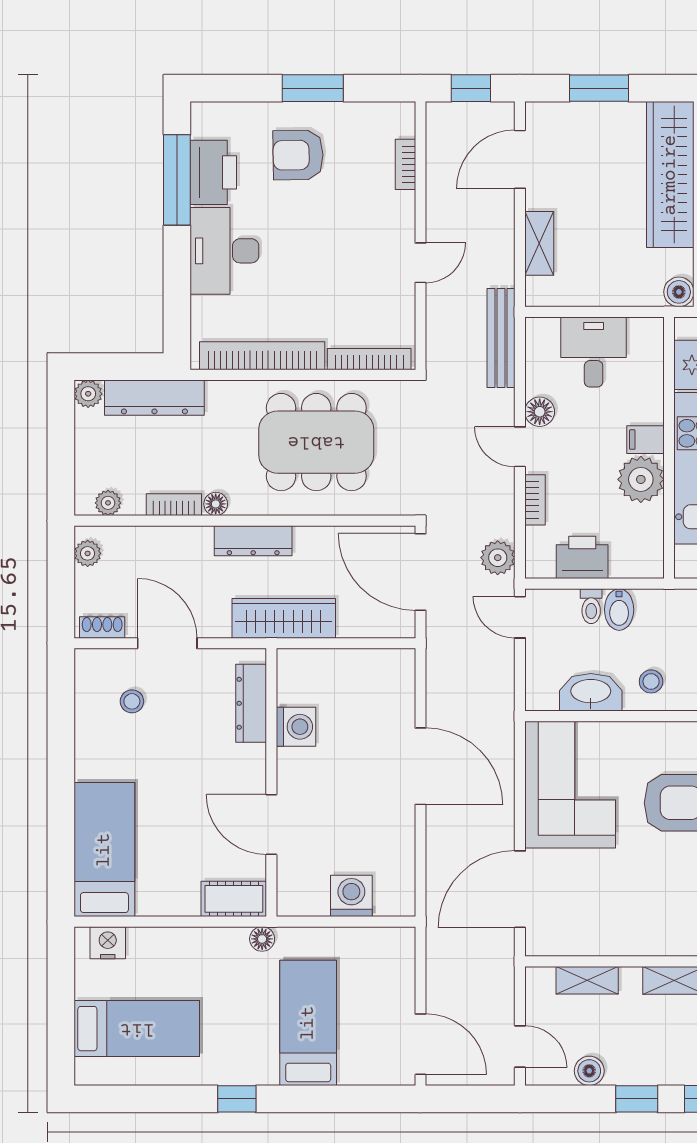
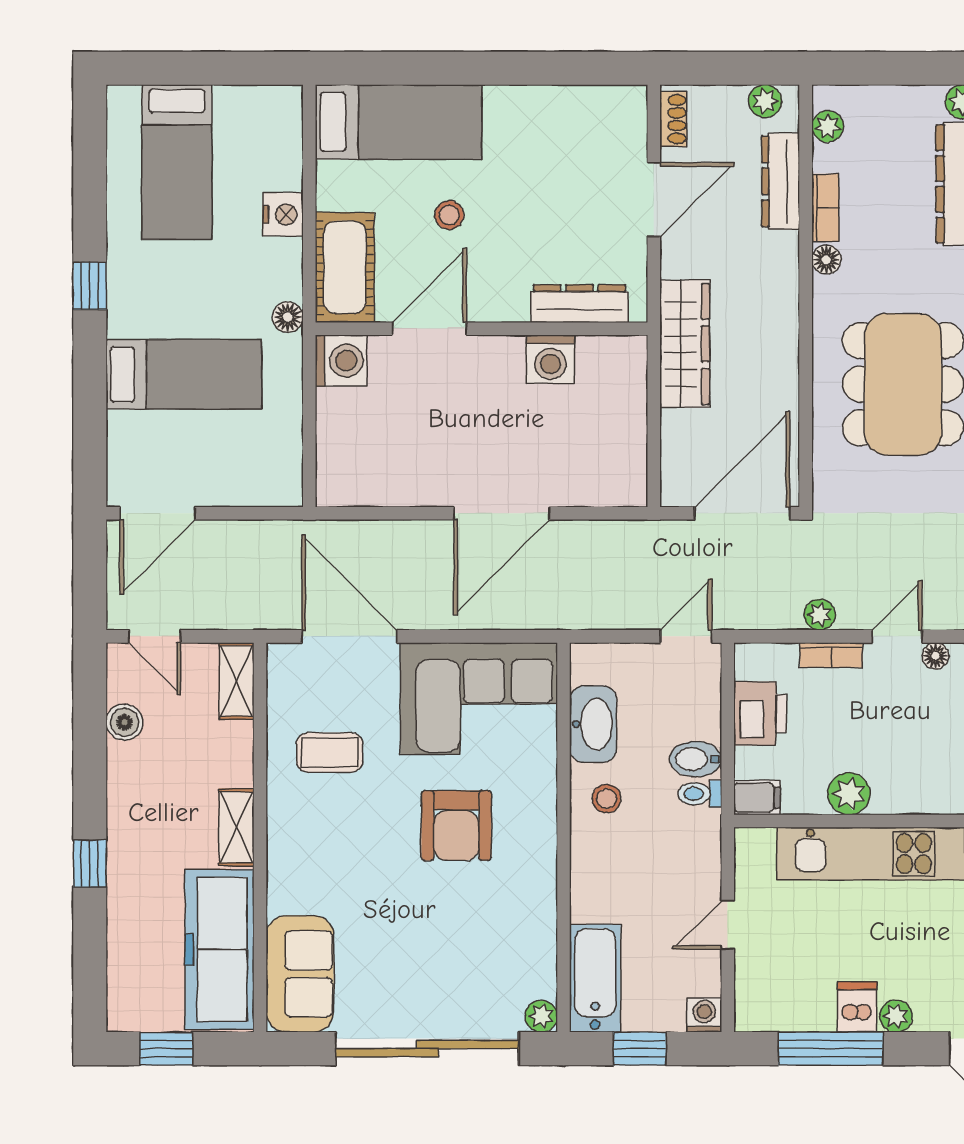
floor lamp: (540, 412) -> (936, 656), width x0.73, depth x0.73
filing cabinet: (645, 440) -> (757, 797), moved, turned 90
plant: (641, 479) -> (849, 794), width x0.73, depth x0.73
dresser: (253, 541) -> (781, 181), moved
plant: (498, 558) -> (820, 615), moved, width x0.73, depth x0.73
toilet: (591, 606) -> (700, 794), moved
stool: (132, 701) -> (449, 215), moved
washing machine: (351, 896) -> (341, 361), moved
cot: (234, 899) -> (345, 267), width x1.37, depth x1.34
coffee table: (614, 905) -> (330, 753), added
nightstand: (108, 943) -> (283, 214), moved
shelving: (587, 980) -> (237, 681), moved
door: (520, 1046) -> (155, 636), hinge flipped
window: (637, 1099) -> (90, 781), removed

